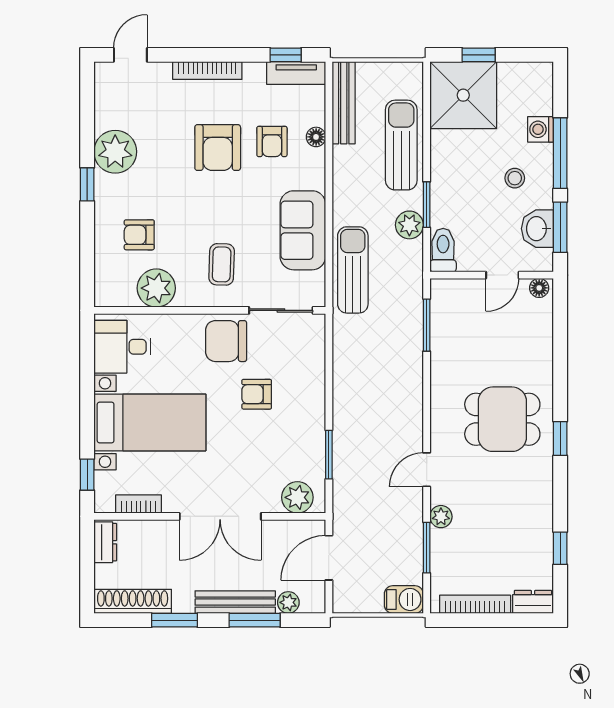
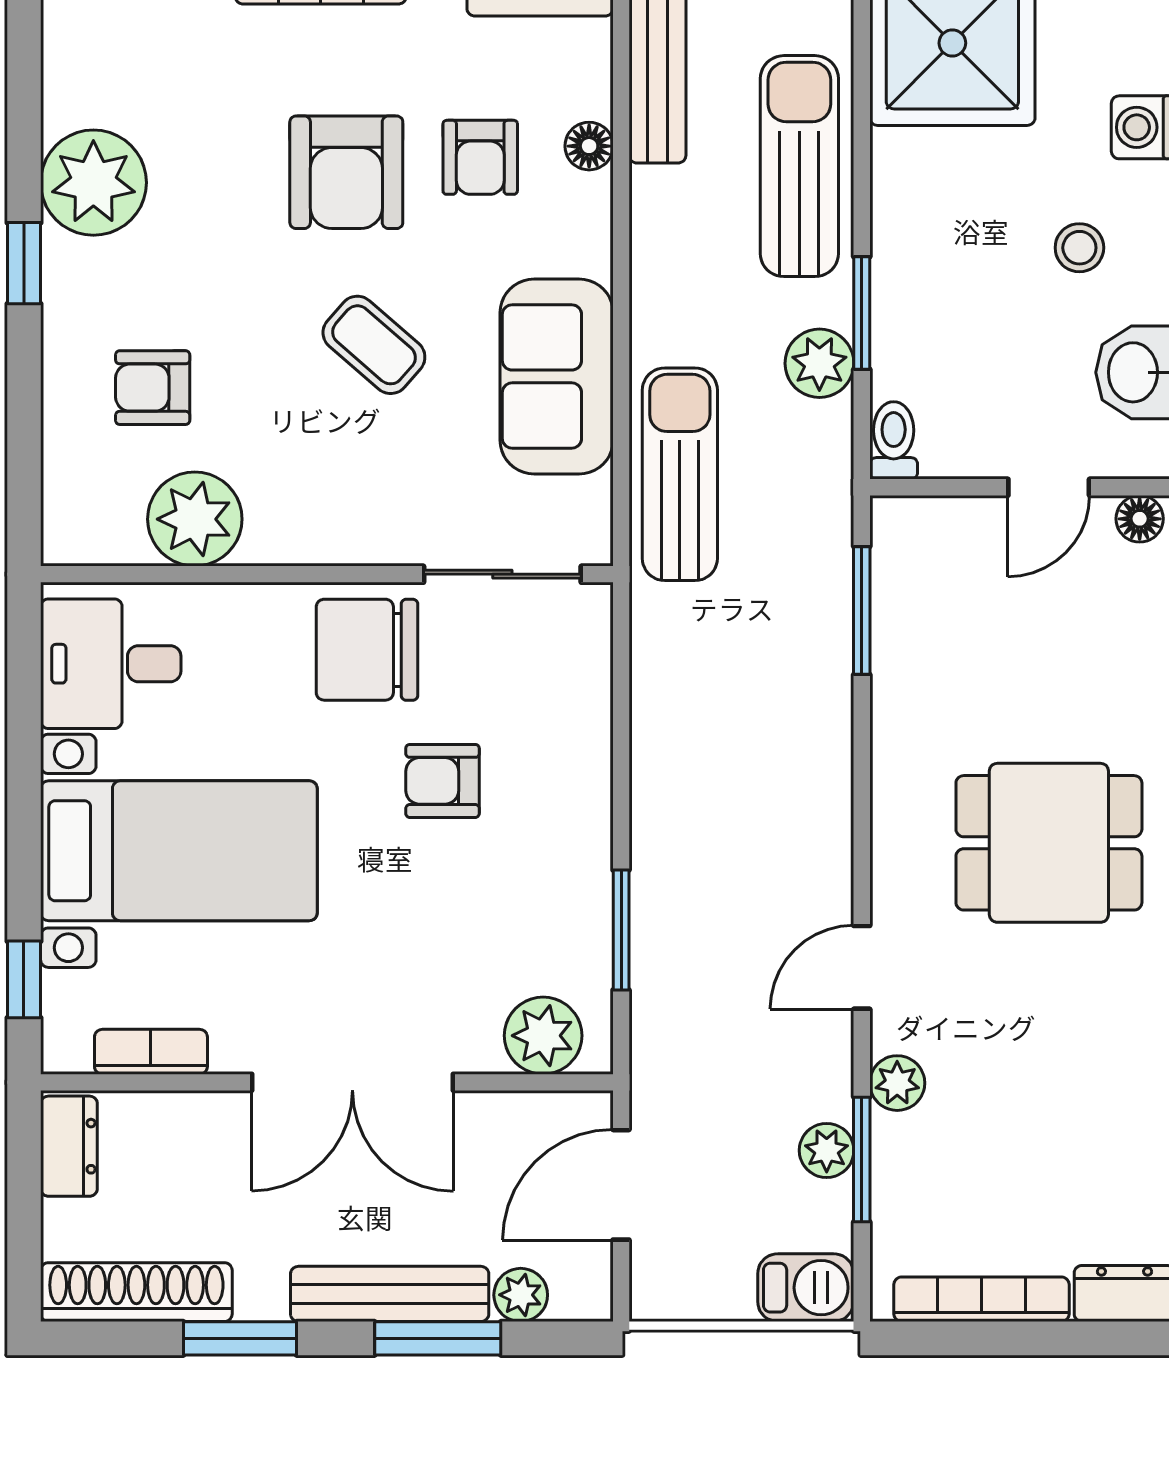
toilet: (443, 250) -> (894, 440), width x0.73, depth x0.72
coffee table: (222, 264) -> (374, 345), moved, turned -51
plant: (412, 544) -> (827, 1150), added

